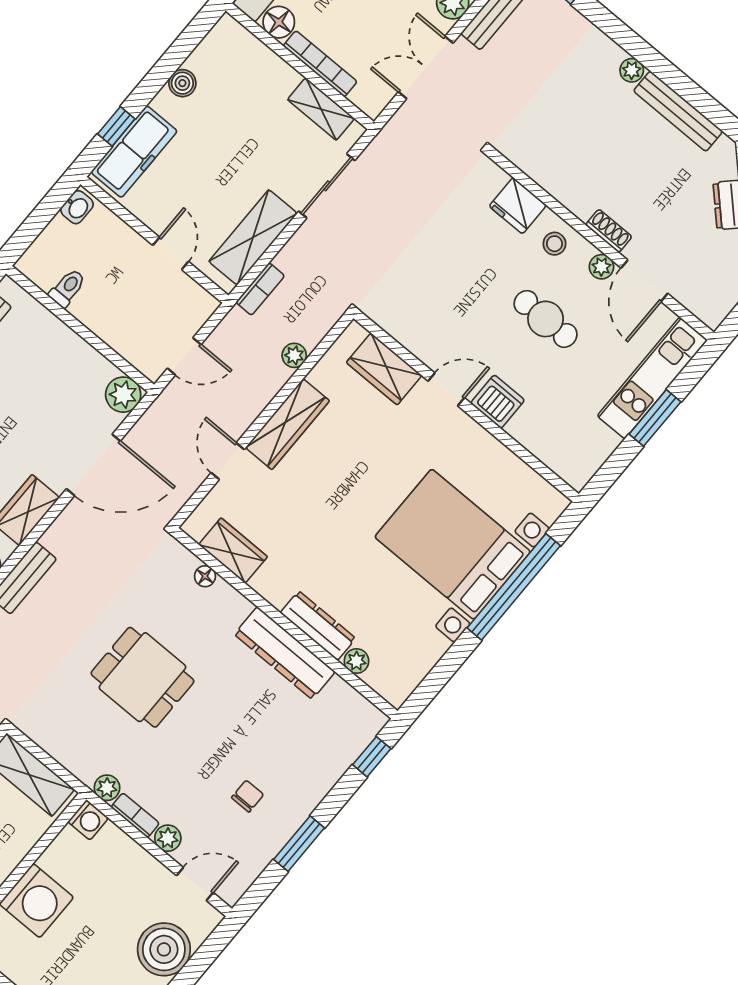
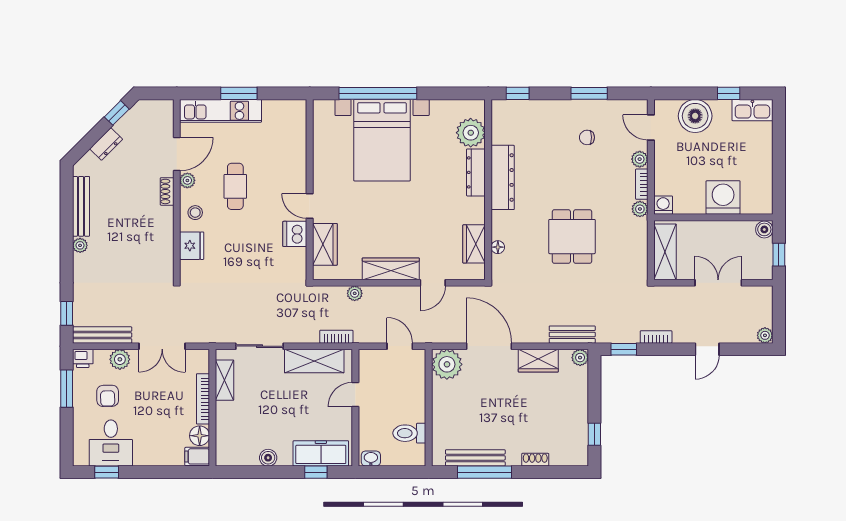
toilet: (67, 288) -> (409, 433), width x1.37, depth x1.39
plant: (123, 395) -> (447, 364), width x1.36, depth x1.36
dishwasher: (498, 402) -> (295, 234), moved
plant: (356, 661) -> (471, 133), width x1.88, depth x1.88

